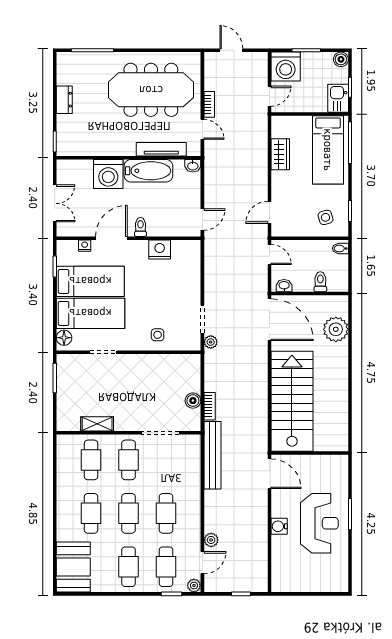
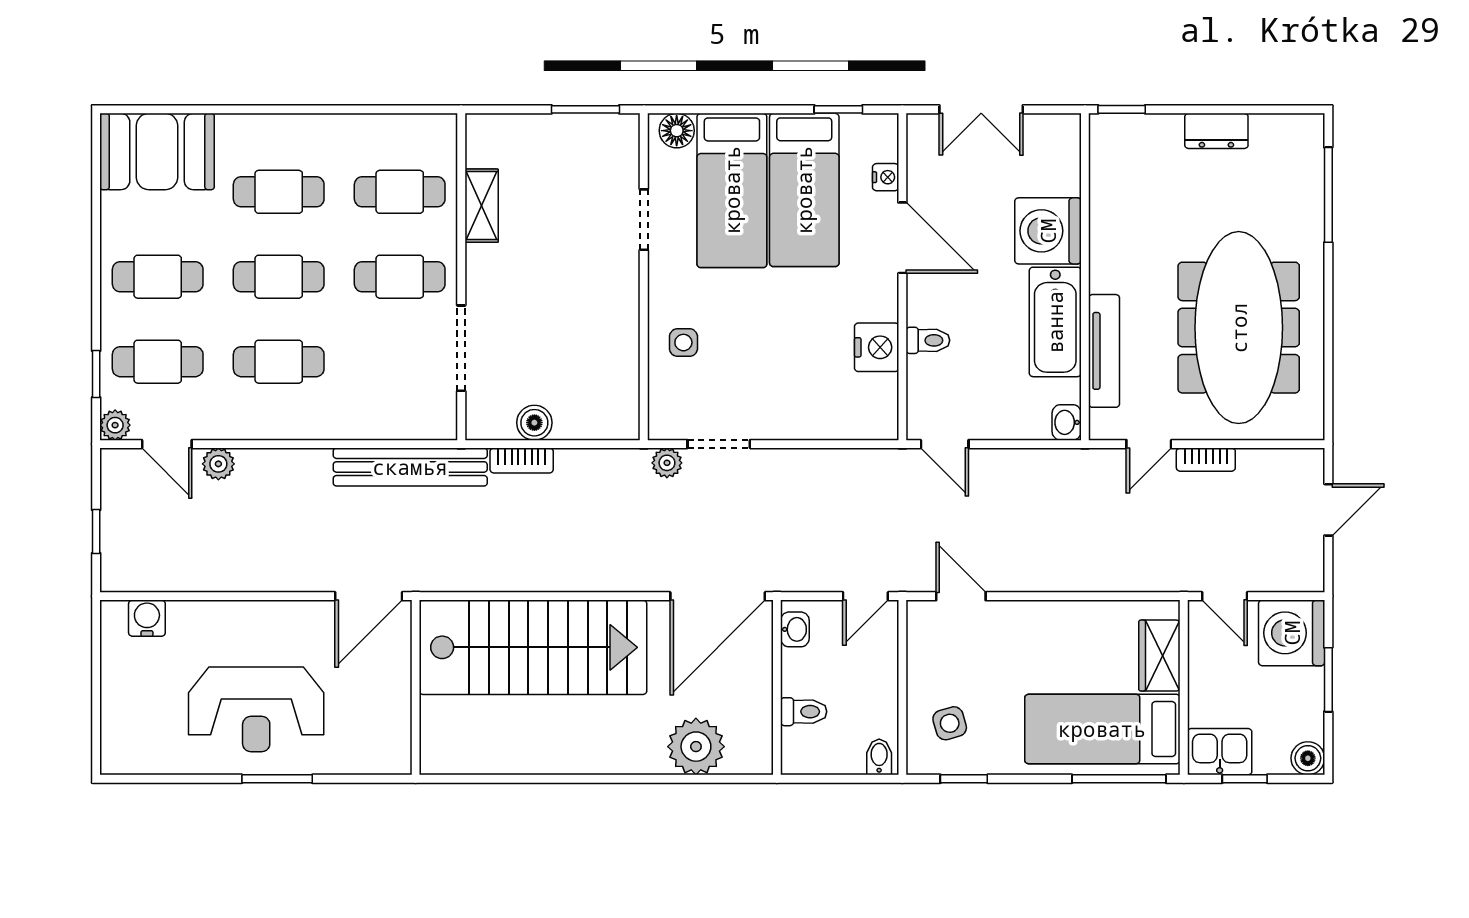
wardrobe: (280, 154) -> (1159, 656), moved, turned 90
toilet: (140, 227) -> (928, 340), moved
water cooler: (279, 526) -> (147, 618), moved

